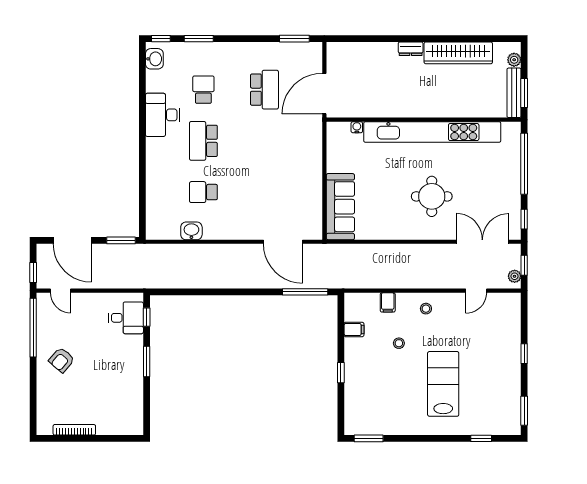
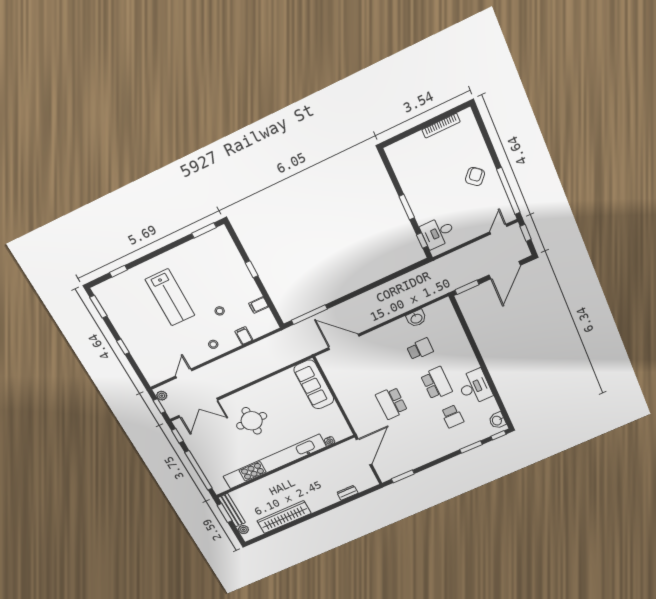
dresser: (411, 49) -> (347, 493), moved
school desk: (264, 90) -> (392, 403), moved
door: (72, 240) -> (505, 270), swing flipped
door: (61, 291) -> (498, 229), hinge flipped

